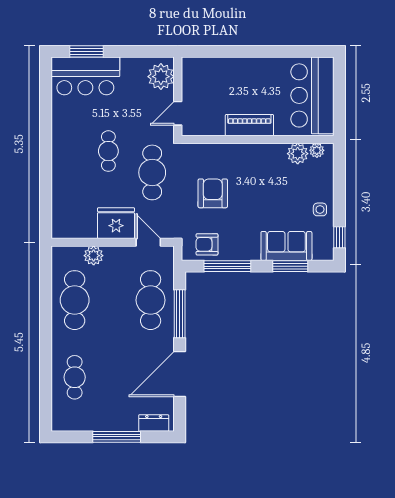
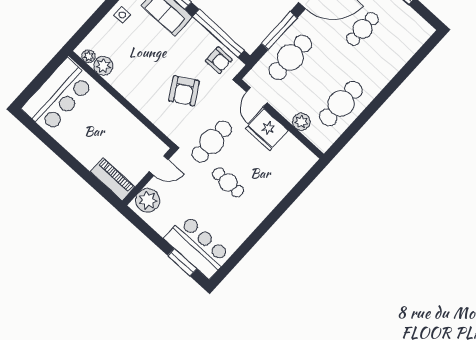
piano: (249, 125) -> (113, 179), moved, turned 180
cafe table: (108, 151) -> (228, 182), turned 90
armchair: (213, 193) -> (184, 91), turned -31
window: (227, 266) -> (218, 33), width x1.46
cafe table: (75, 377) -> (363, 29), moved

